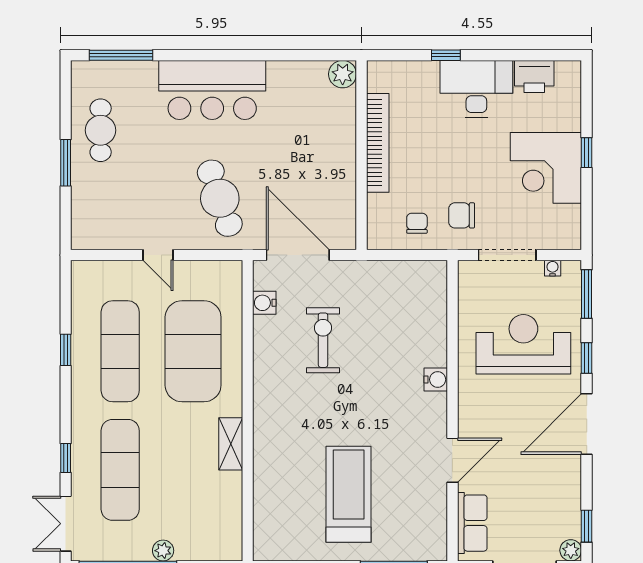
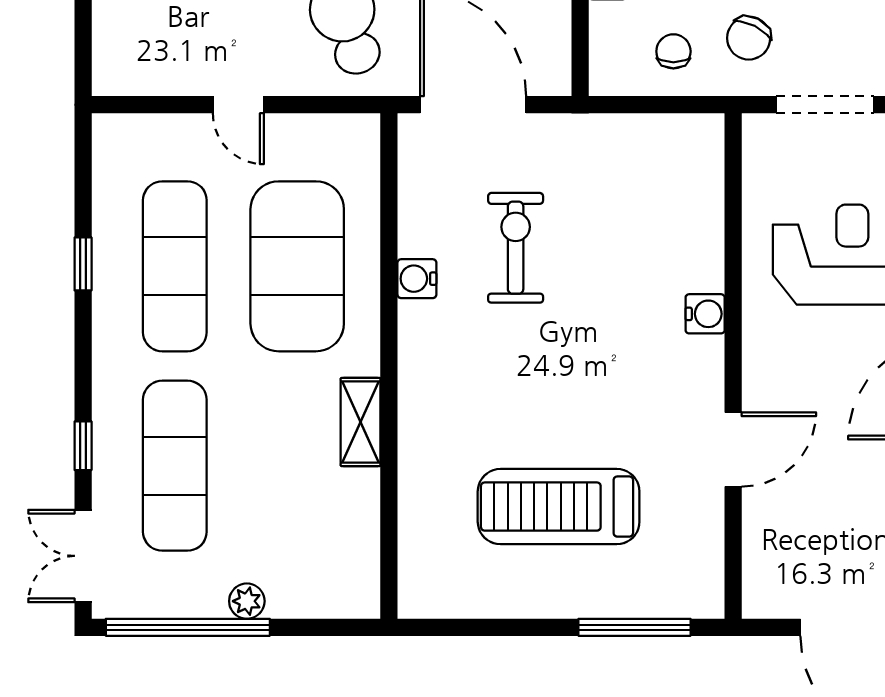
chair: (462, 215) -> (749, 38), turned -63
water cooler: (264, 303) -> (417, 279), moved
treadmill: (349, 494) -> (559, 507), turned -90
row of seats: (472, 523) -> (766, 555), removed

